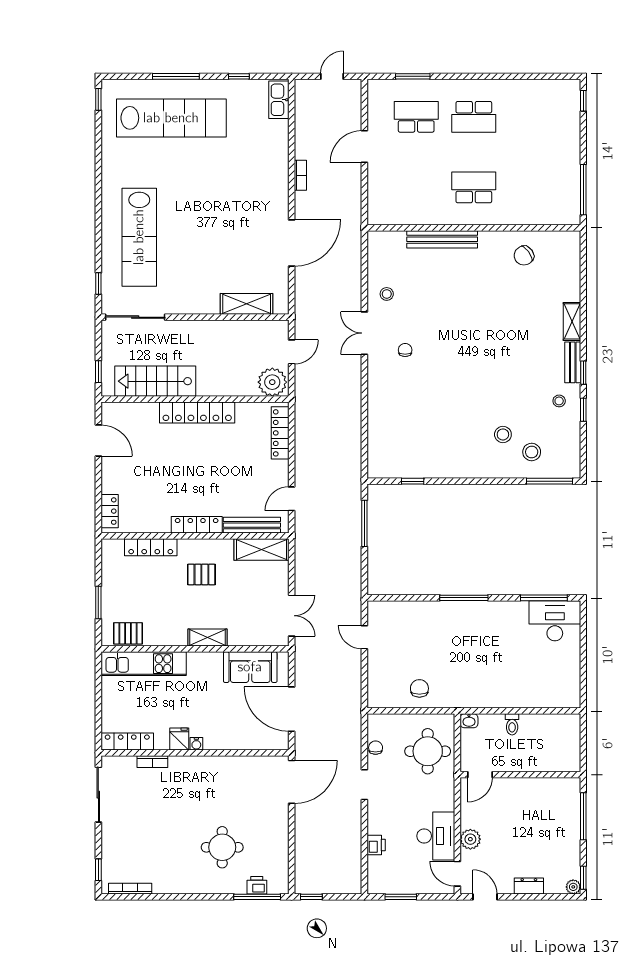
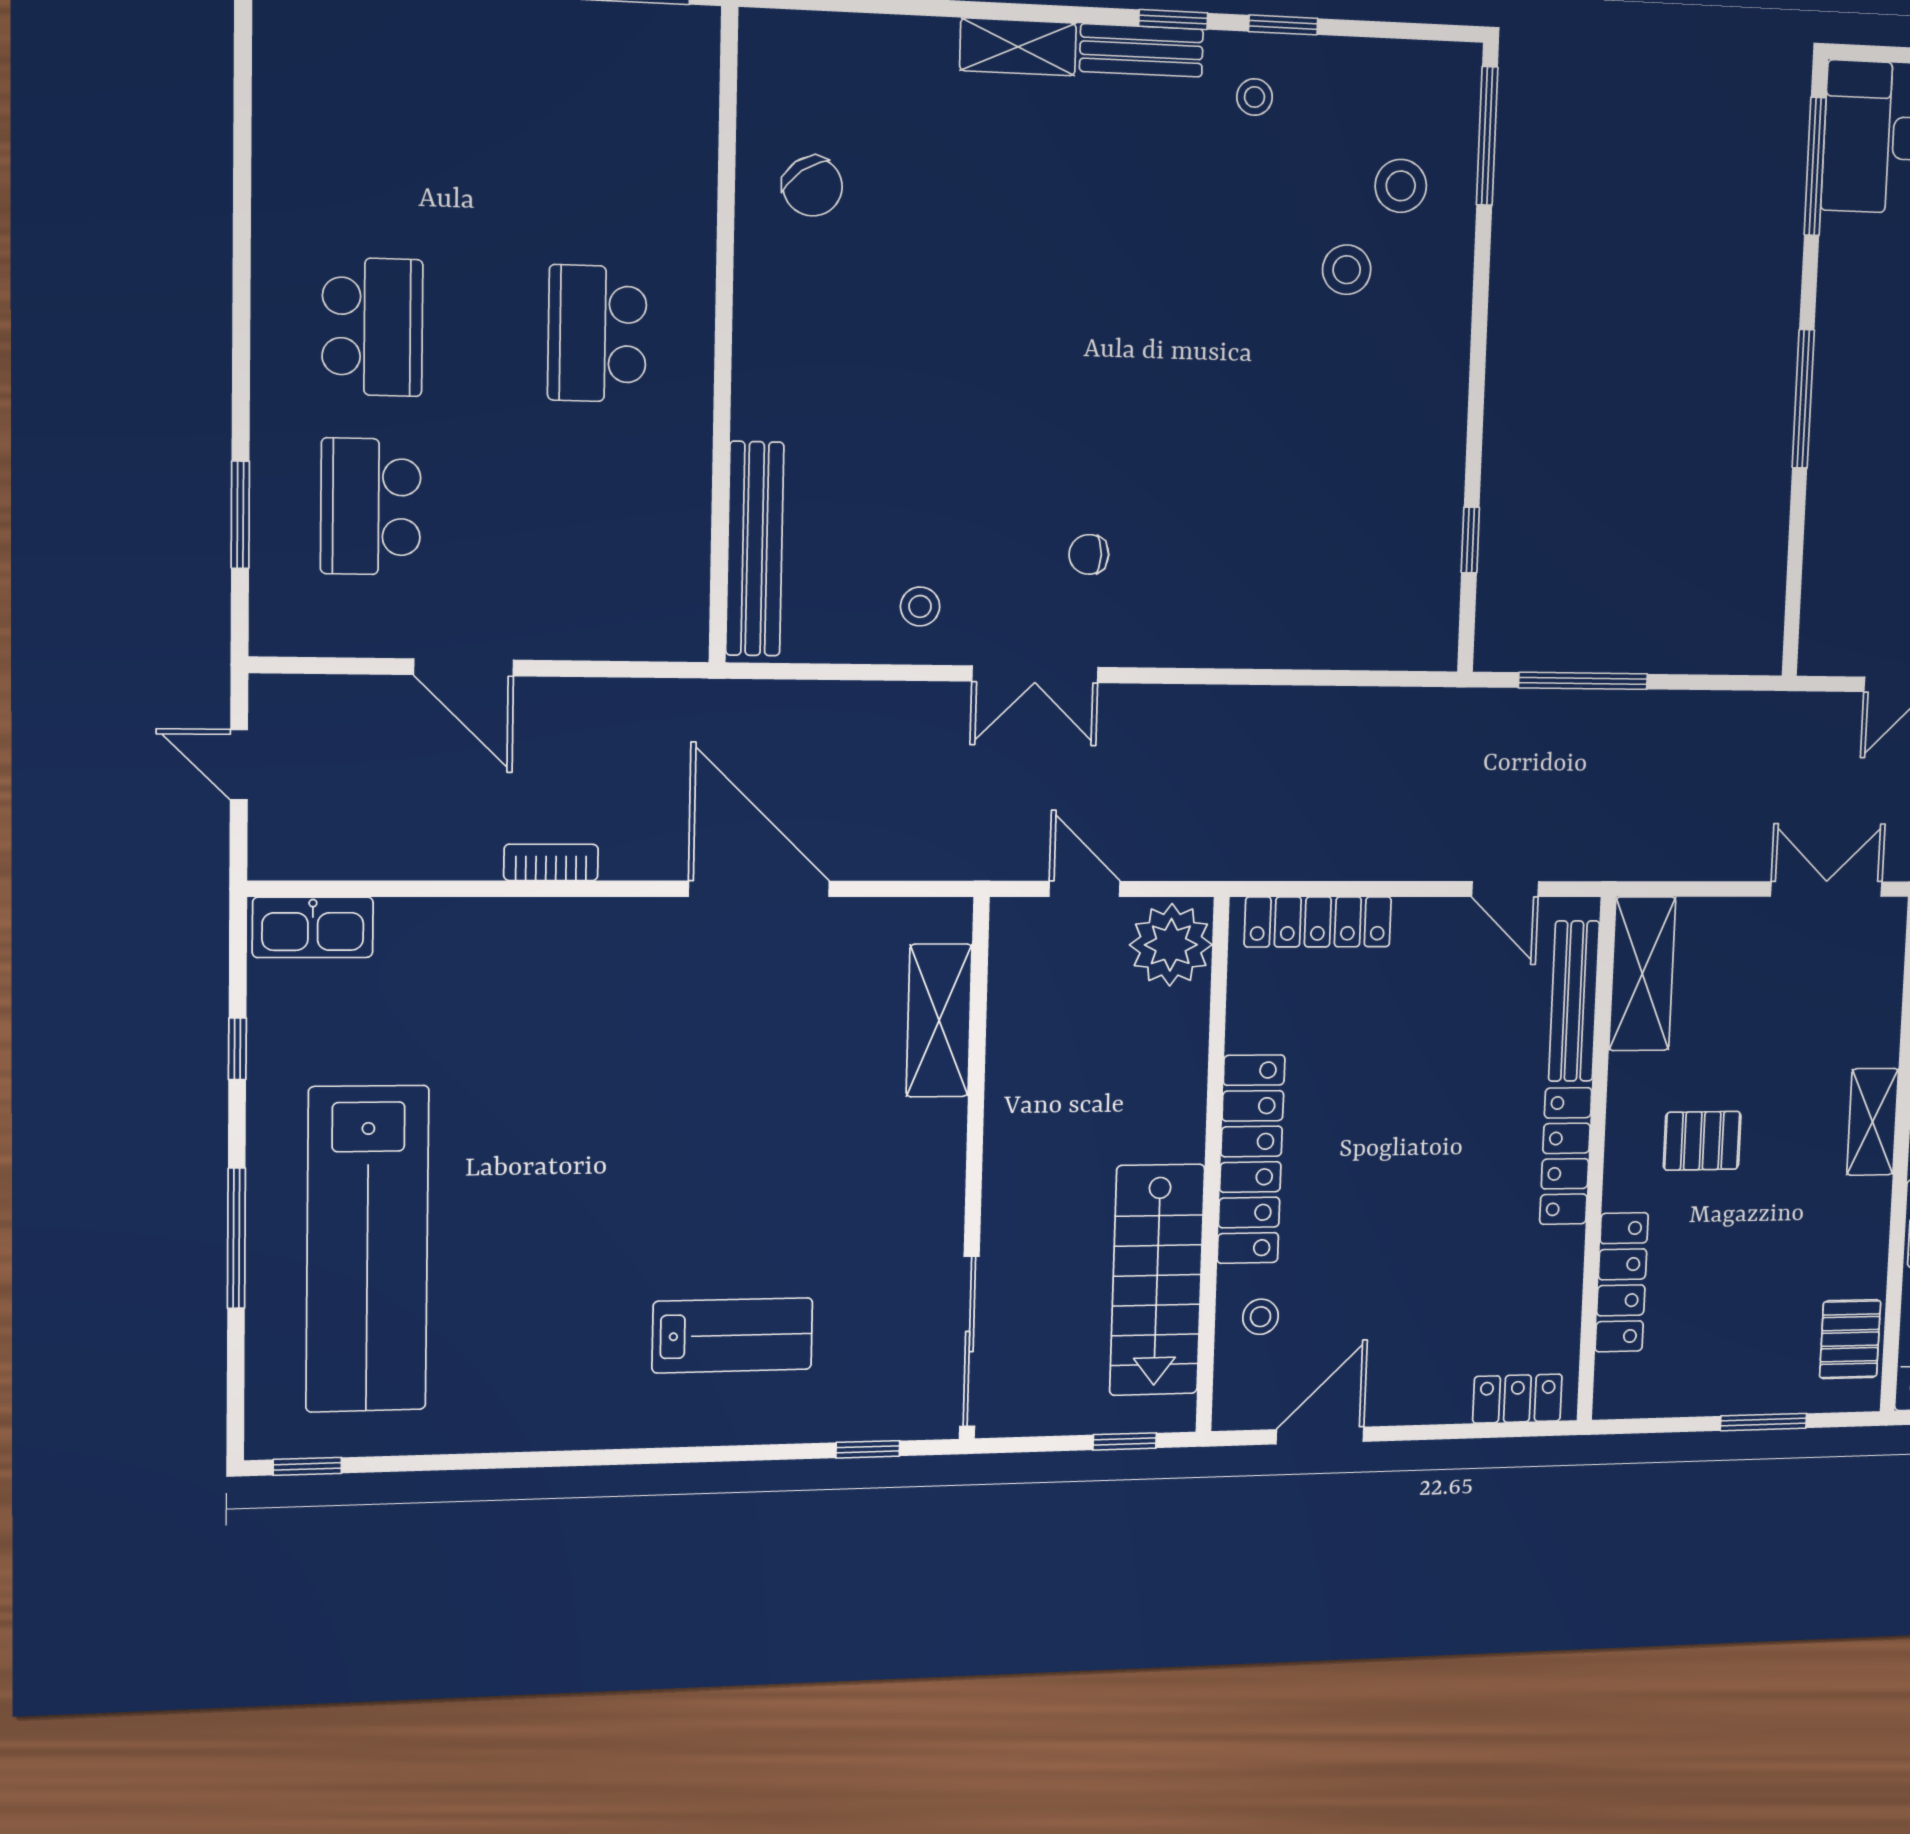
lab bench: (171, 118) -> (367, 1249), turned 180
lab bench: (139, 237) -> (733, 1335), width x0.54, depth x0.72
bench: (442, 239) -> (755, 549), moved
stool: (141, 418) -> (1261, 1317), added
pallet: (201, 574) -> (1702, 1141), turned 90

